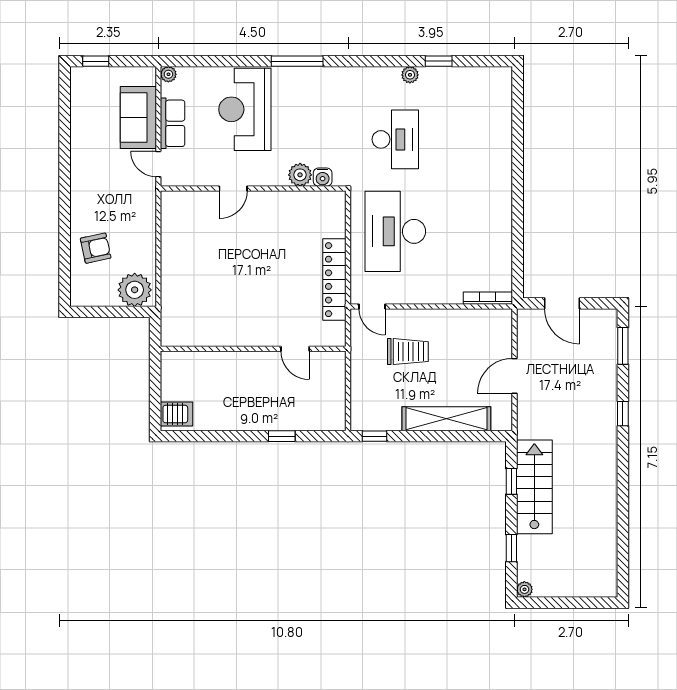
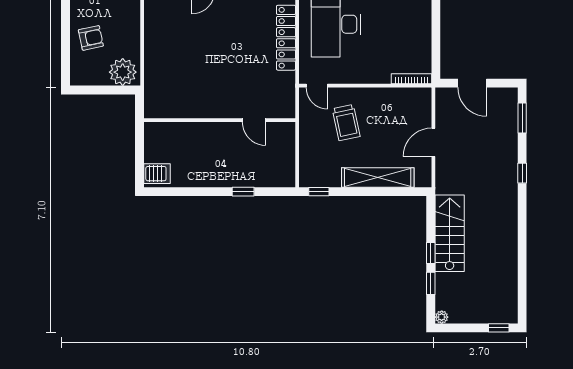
locker: (334, 280) -> (286, 38), moved
trolley: (408, 352) -> (346, 123), turned 78
window: (511, 481) -> (431, 253), moved
window: (594, 603) -> (499, 328), added

